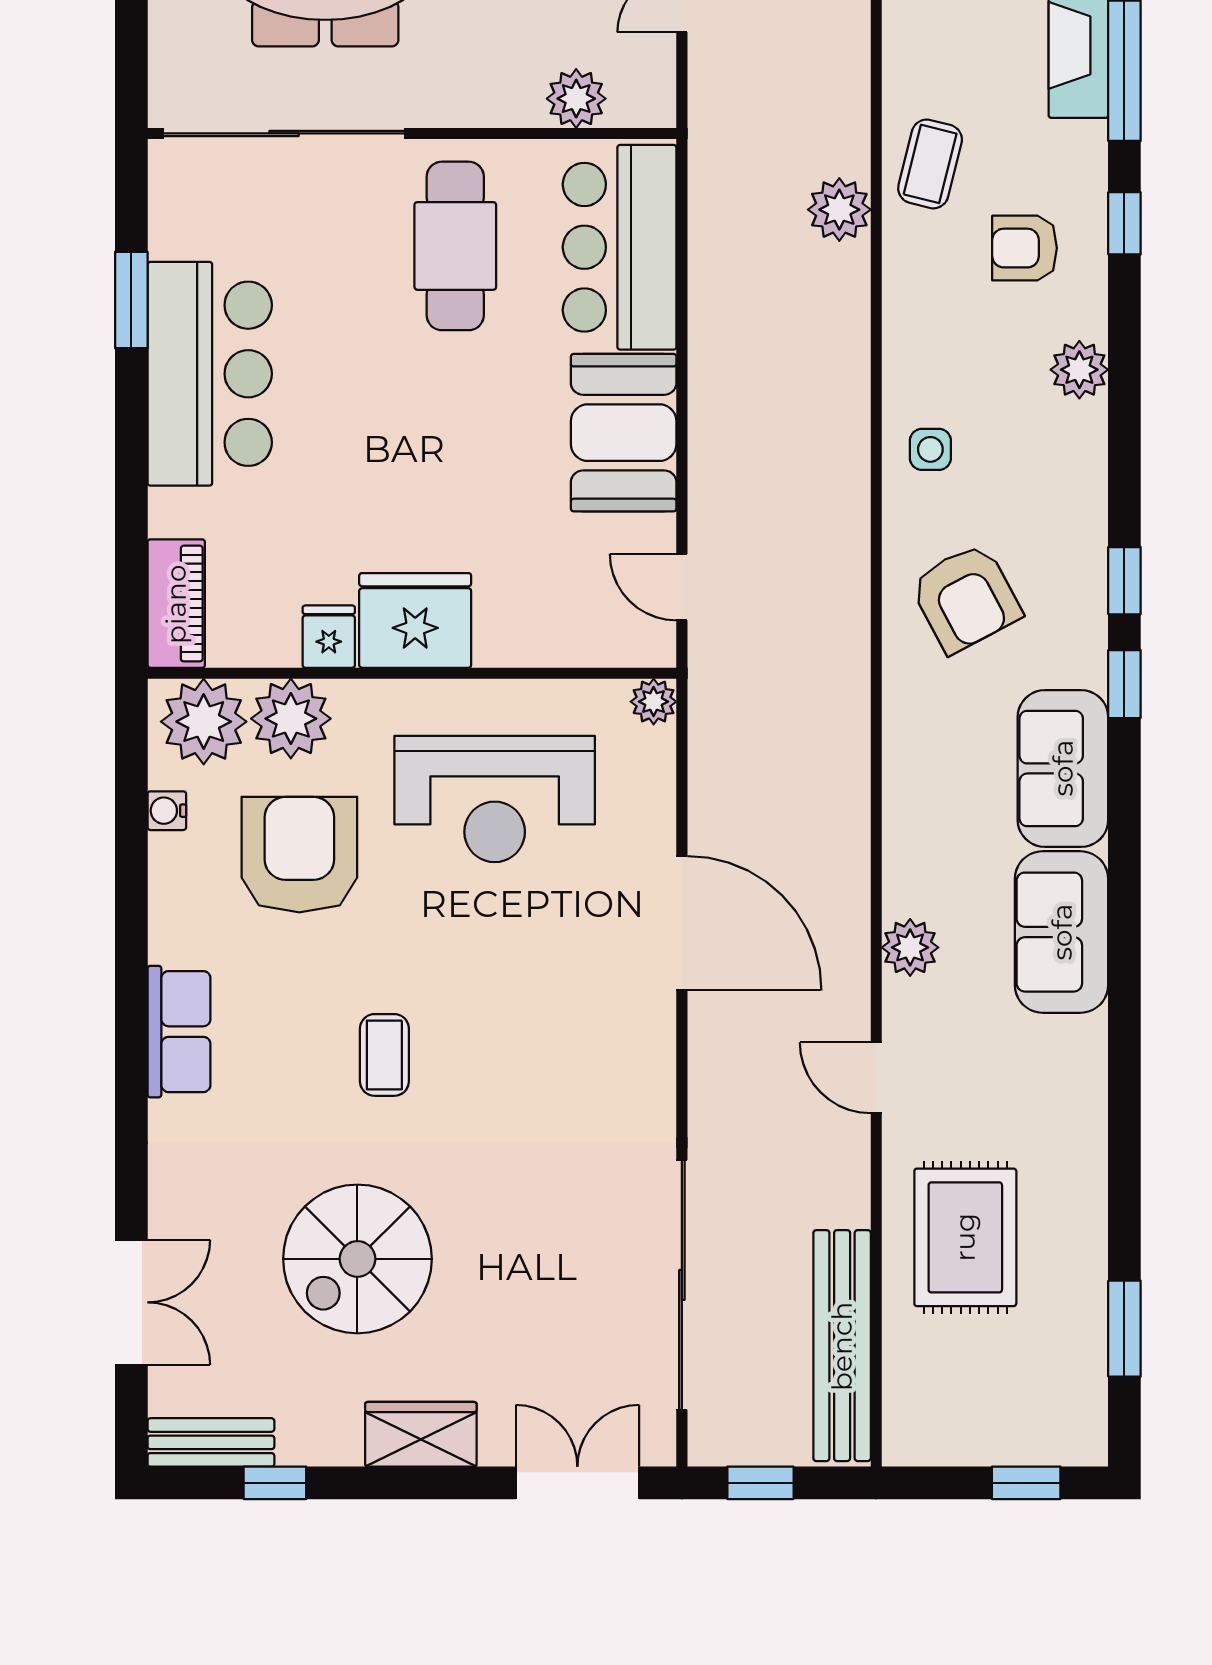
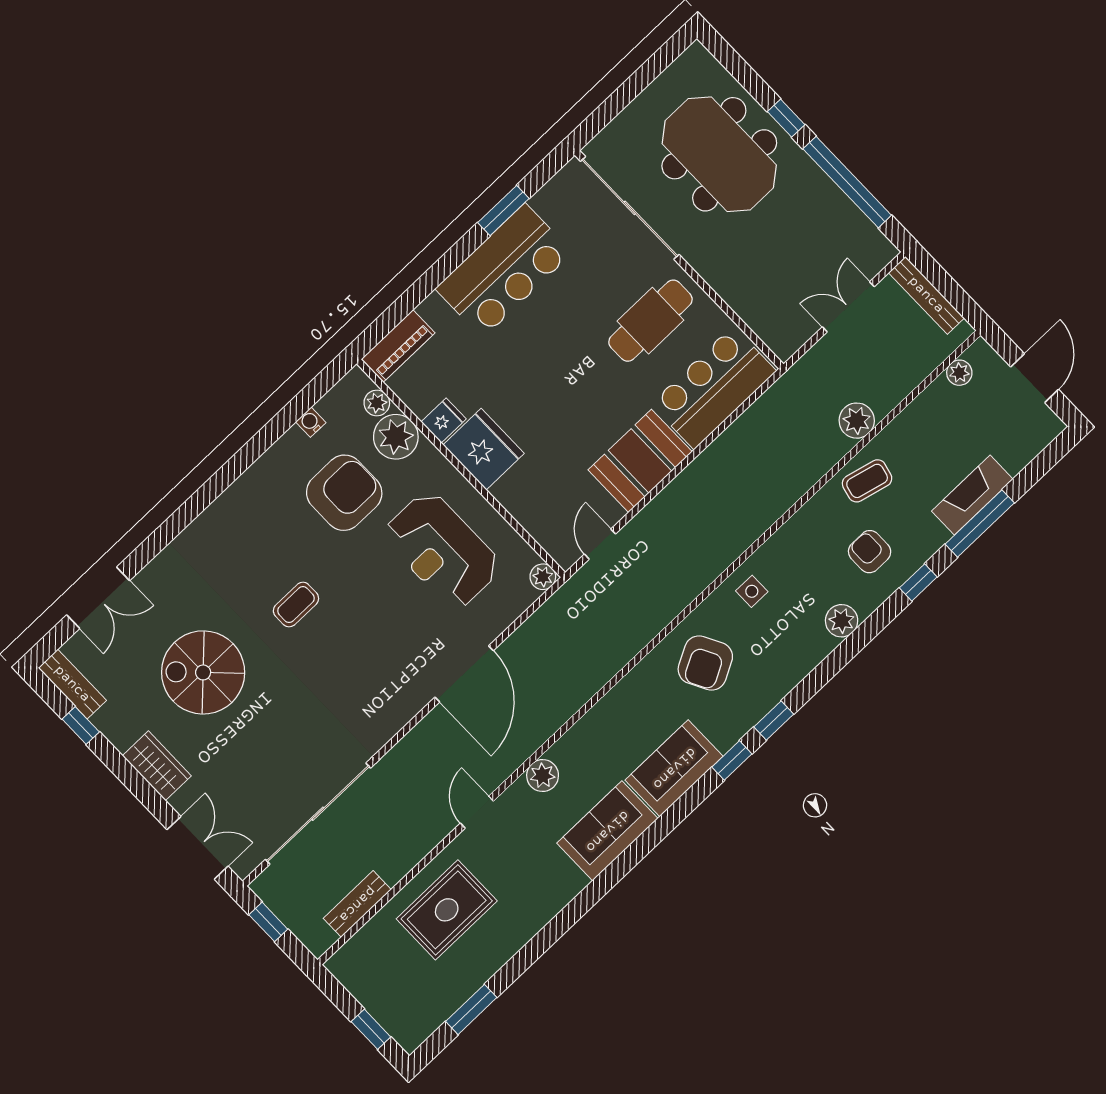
plant: (576, 99) -> (757, 313), removed
plant: (839, 210) -> (857, 421), moved
plant: (204, 722) -> (377, 403), width x0.53, depth x0.53
row of seats: (179, 1032) -> (226, 512), removed
bench: (842, 1346) -> (357, 904), width x0.54, depth x0.82

